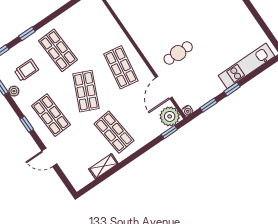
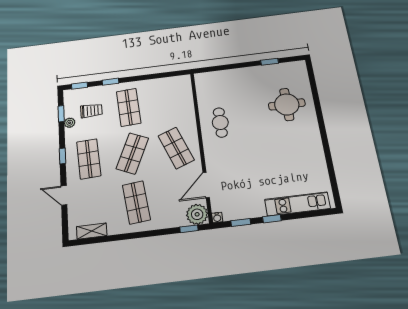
cafe table: (178, 53) -> (220, 122), moved, turned 90
shop shelf: (121, 67) -> (176, 148), turned -30
shelving: (103, 166) -> (92, 231), moved

